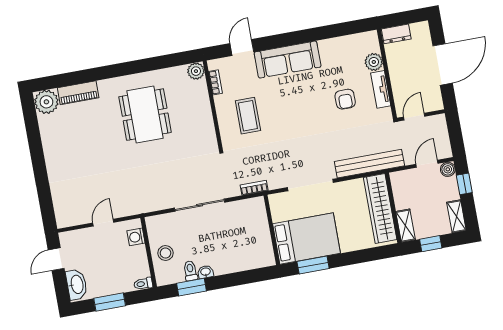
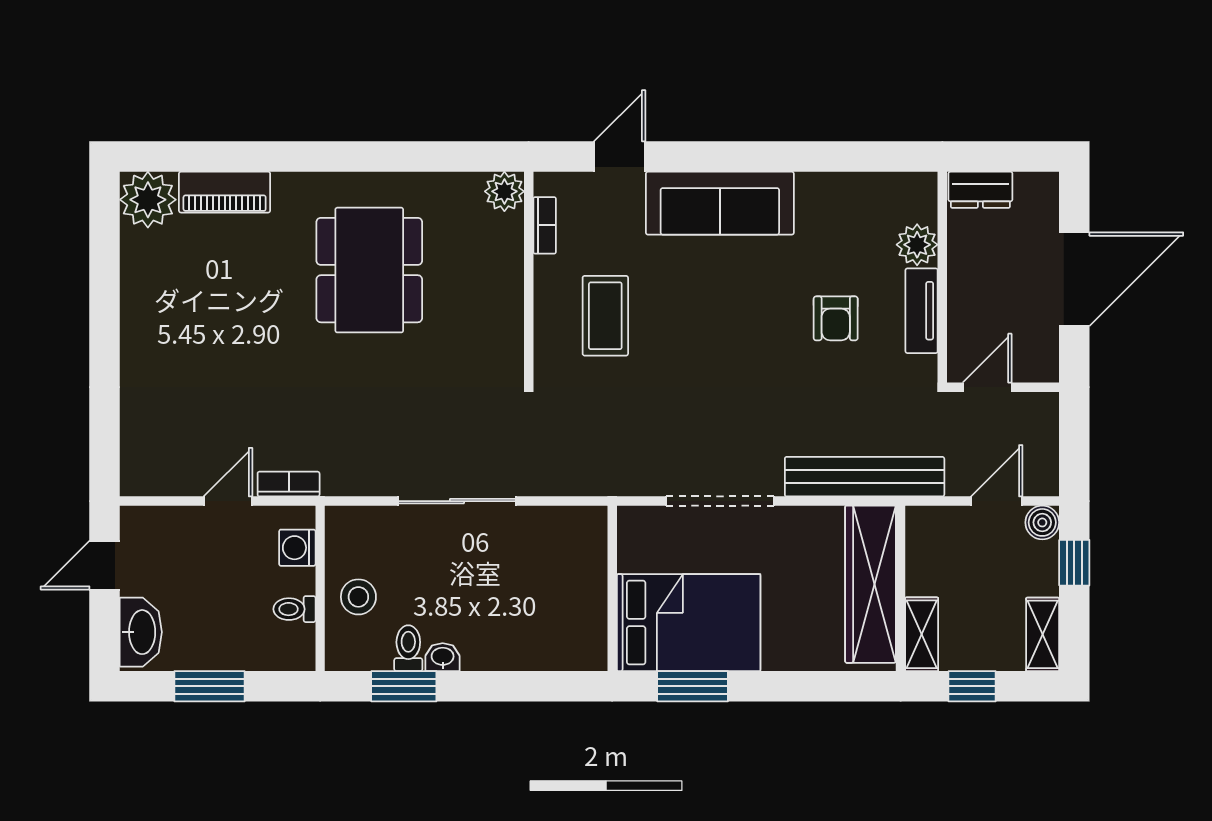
bookcase: (254, 188) -> (289, 484), moved
toilet: (143, 284) -> (294, 609), moved

